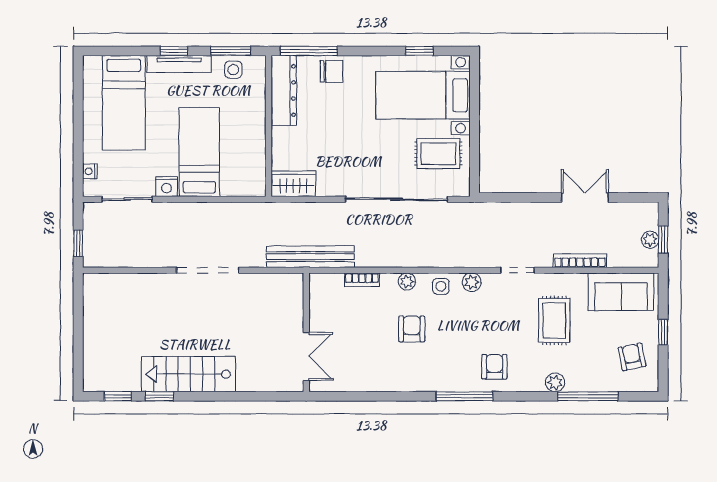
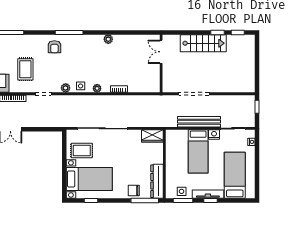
bench: (310, 257) -> (199, 122), moved
armchair: (412, 329) -> (95, 65), removed
wall: (306, 332) -> (161, 64), moved
double door: (306, 356) -> (161, 52), moved
plant: (555, 382) -> (108, 39), moved

